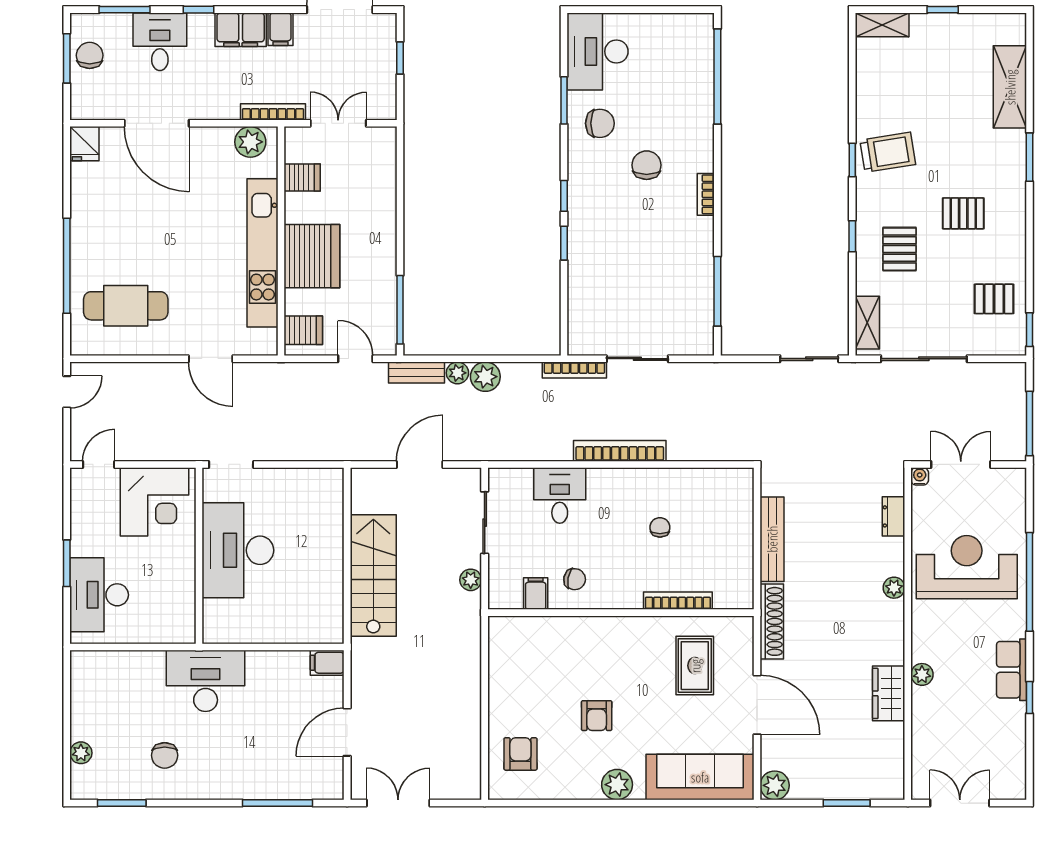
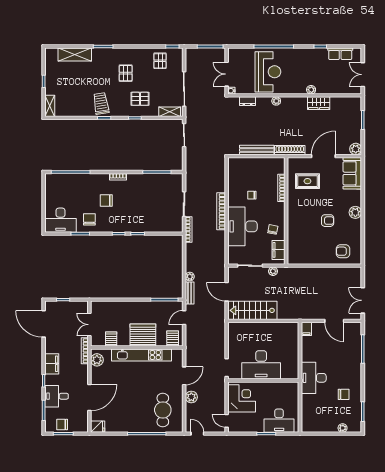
filing cabinet: (280, 29) -> (52, 348), removed
plant: (485, 377) -> (191, 397), moved
desk: (560, 496) -> (242, 226), width x1.87, depth x1.30
reception desk: (967, 567) -> (268, 72), turned 180
stairs: (373, 575) -> (252, 310), moved
filing cabinet: (536, 593) -> (278, 250), width x2.00
row of seats: (1012, 670) -> (340, 54), moved
sofa: (700, 777) -> (352, 173), width x0.73

